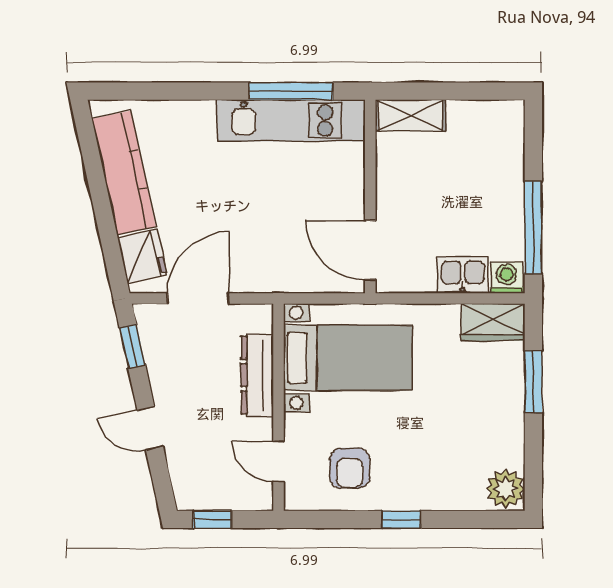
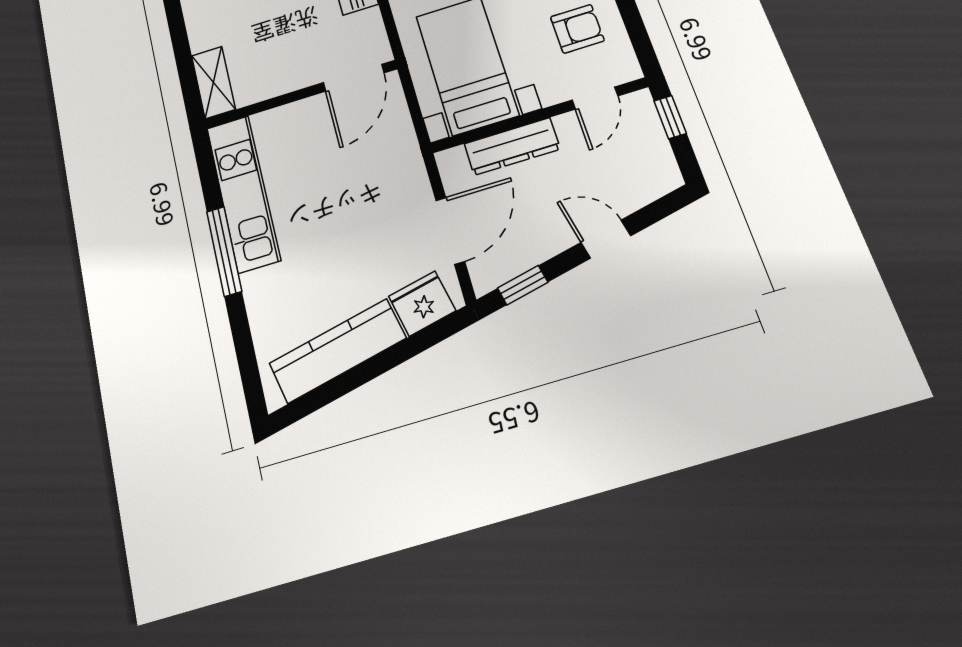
window: (291, 91) -> (224, 251), moved
door: (198, 298) -> (450, 231), swing flipped
door: (150, 428) -> (606, 239), swing flipped
window: (212, 519) -> (670, 117), moved

